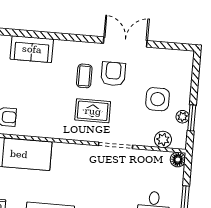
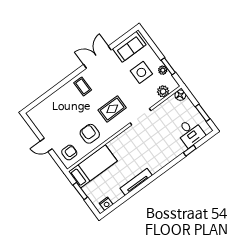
sofa: (32, 49) -> (129, 47), moved
armchair: (113, 74) -> (90, 134), moved
coffee table: (84, 76) -> (83, 86), moved

